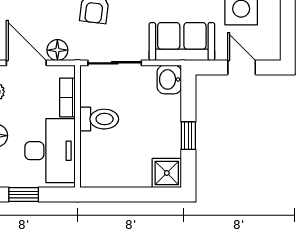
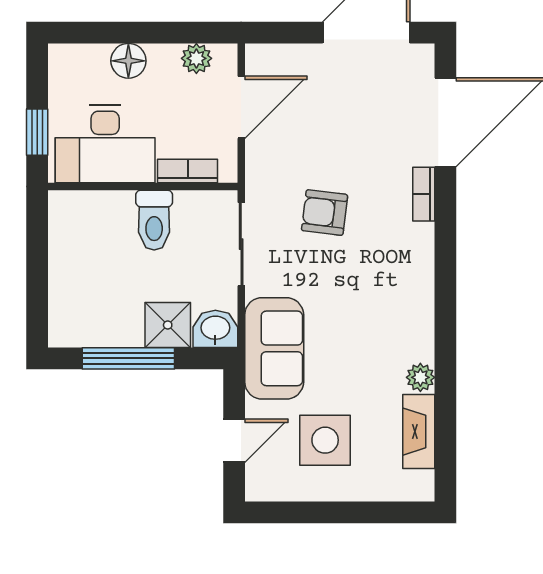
floor lamp: (57, 50) -> (261, 155), removed
window: (188, 136) -> (128, 358), width x2.17
shower: (167, 173) -> (168, 325), moved
window: (24, 195) -> (37, 132), moved

